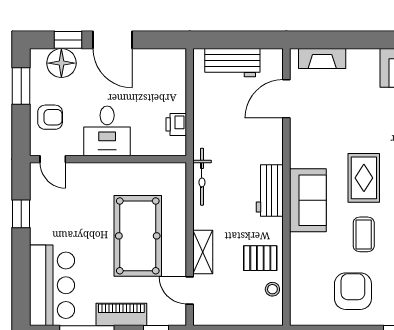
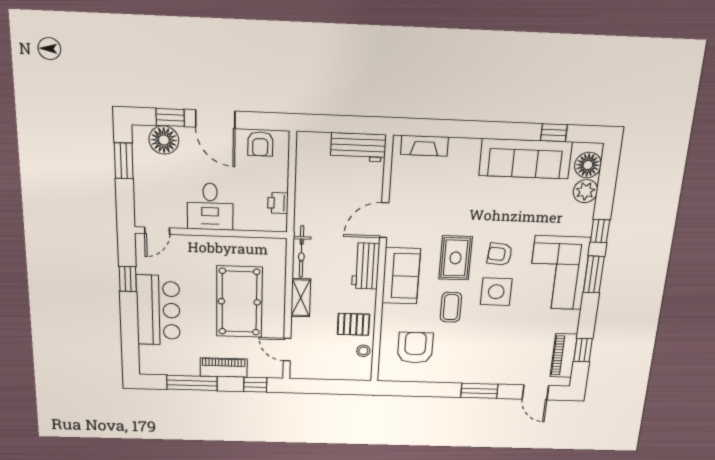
workbench: (232, 63) -> (358, 147), moved
door: (286, 99) -> (384, 220), moved
armchair: (50, 117) -> (260, 144), moved, turned 90
door: (53, 159) -> (157, 231), hinge flipped
shelving: (203, 252) -> (301, 298), moved
bar counter: (52, 285) -> (158, 310), moved
armchair: (353, 291) -> (415, 348), moved

